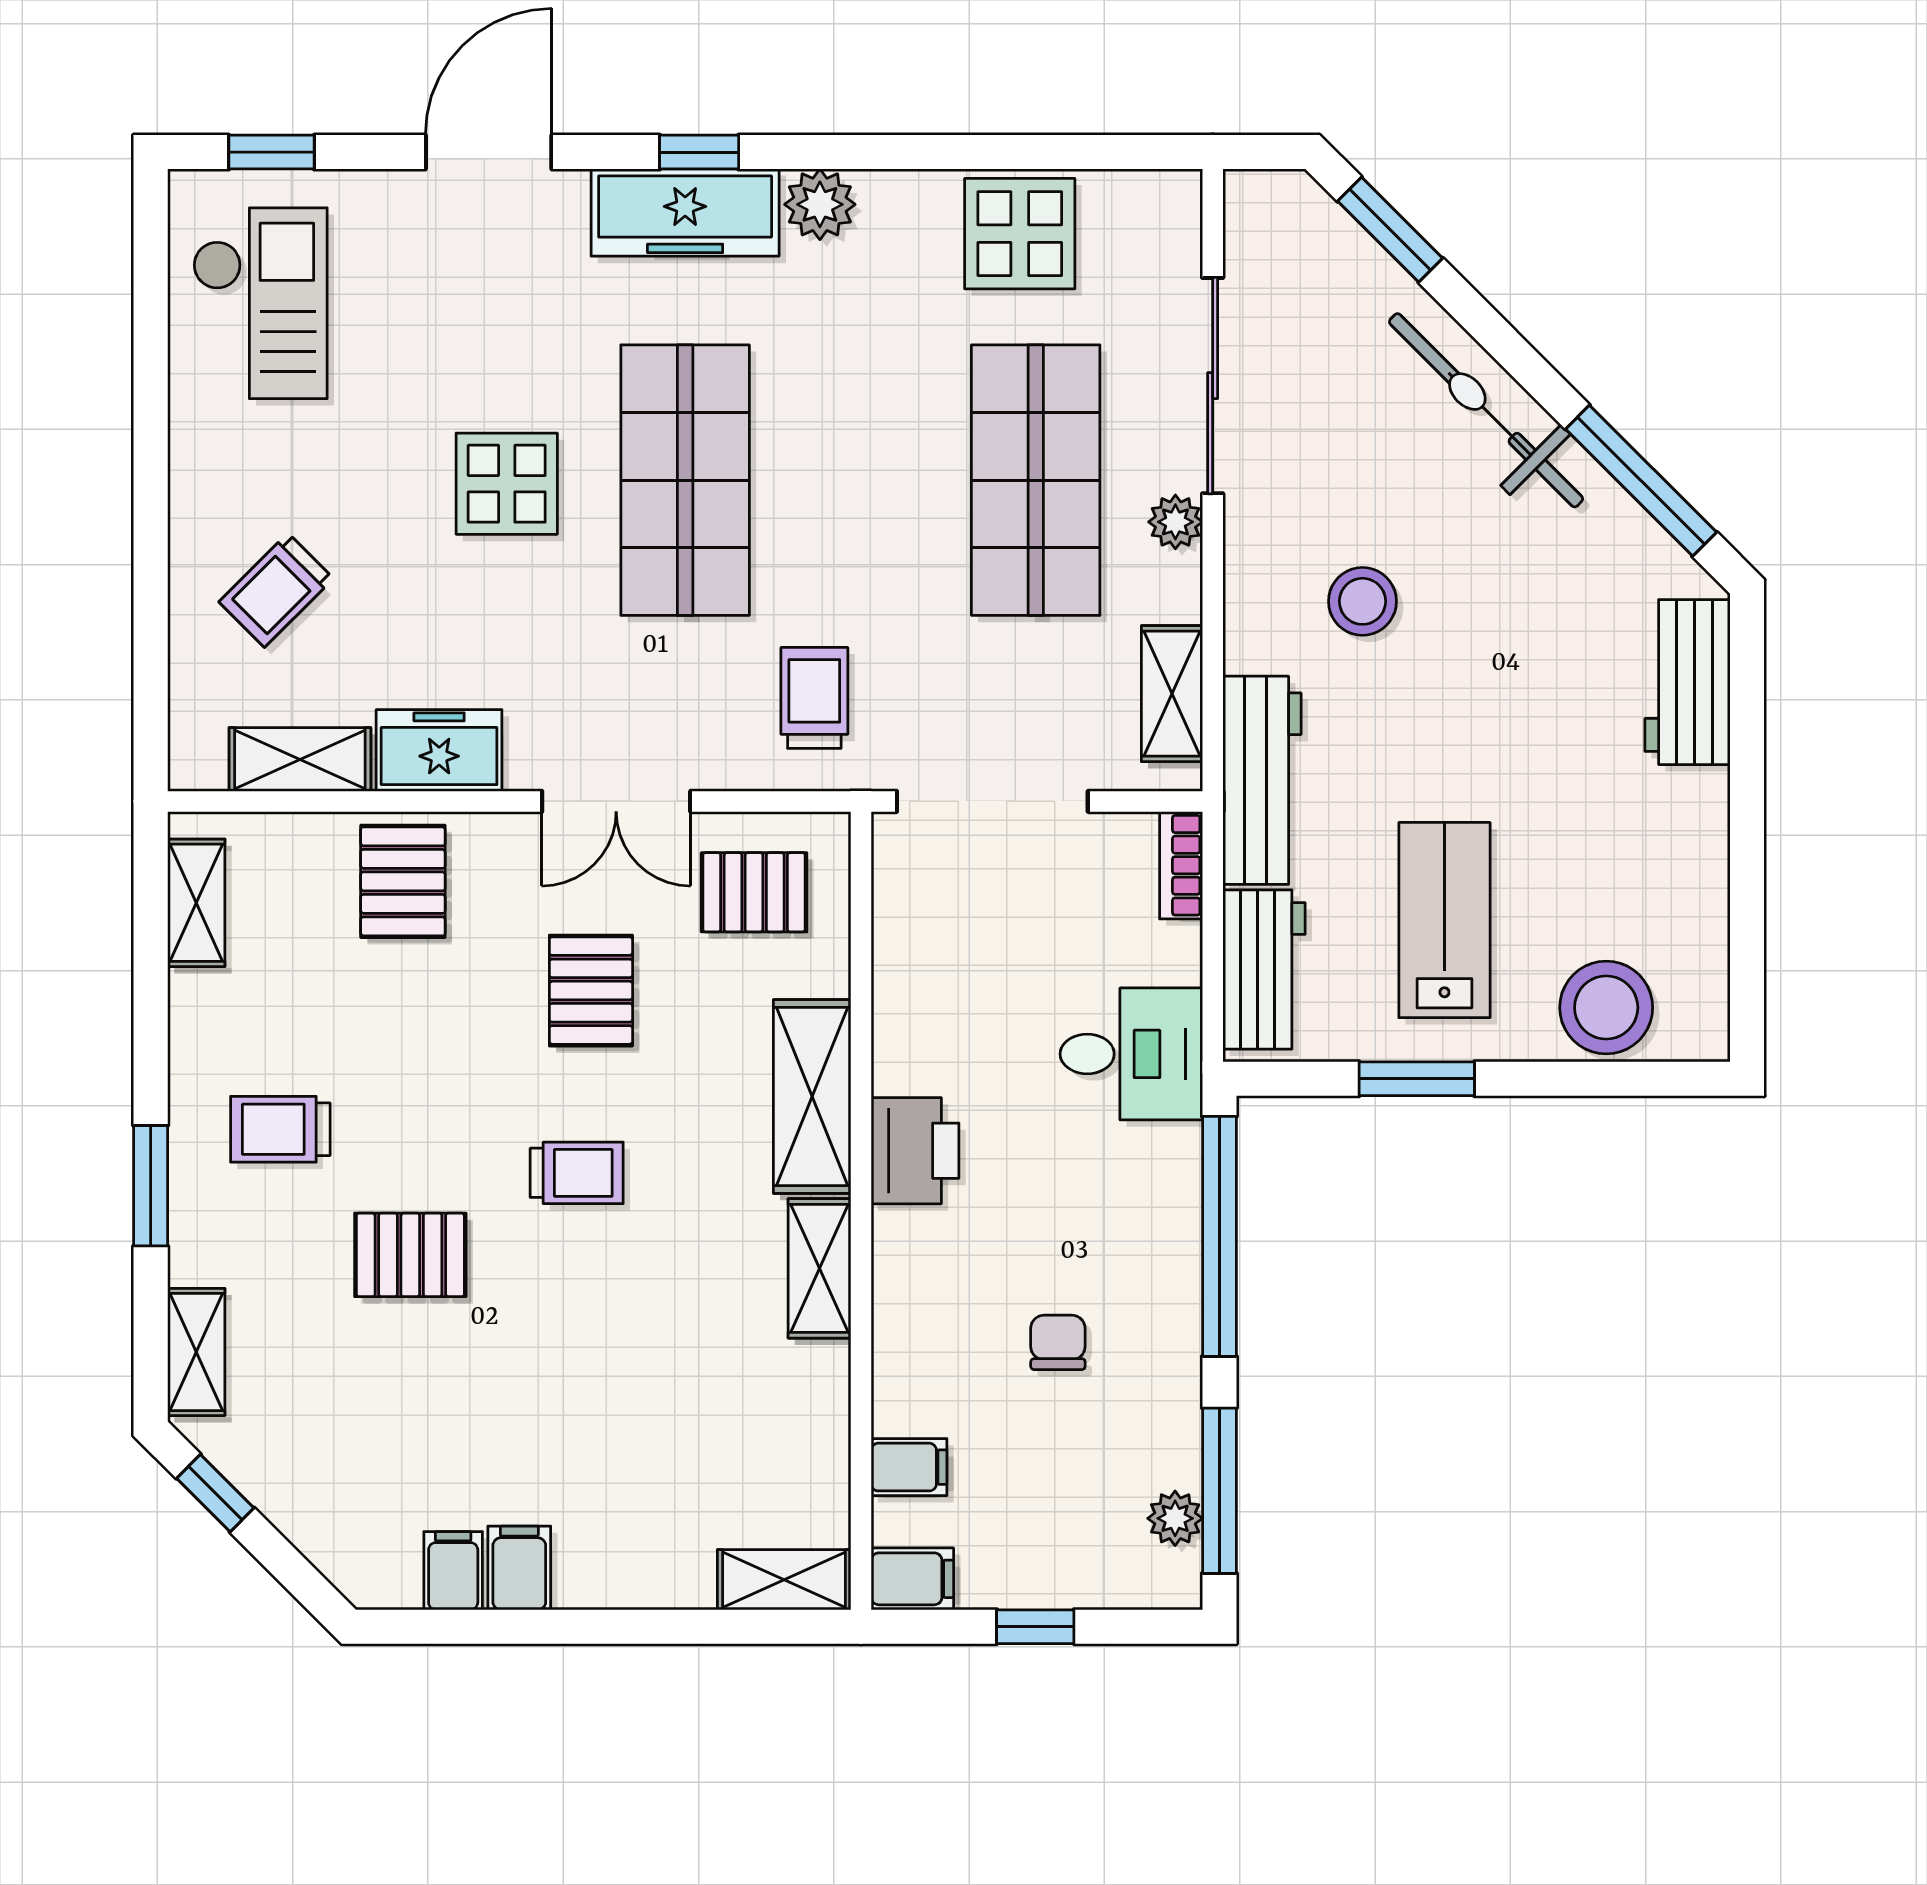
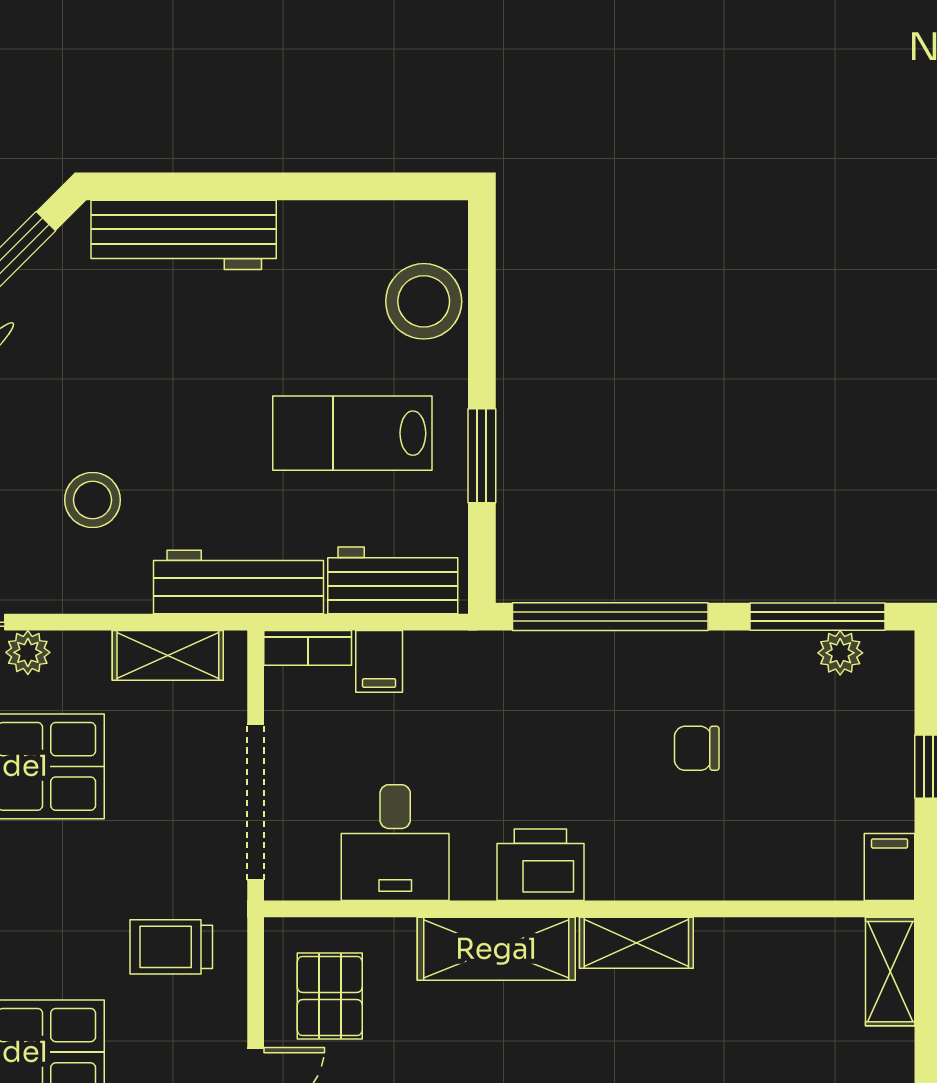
workbench: (1688, 682) -> (184, 235), width x1.38
desk: (1131, 1054) -> (395, 843), moved, turned 180
filing cabinet: (909, 1467) -> (379, 661), moved, turned 180

